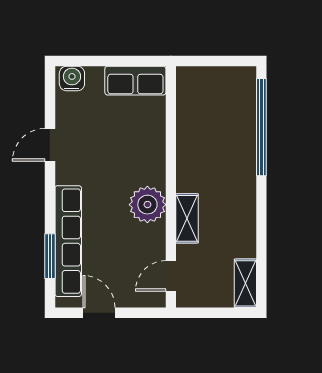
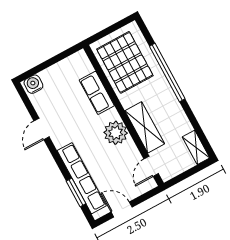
row of seats: (135, 81) -> (97, 93), moved, turned 90
pallet: (212, 116) -> (125, 62), added
window: (261, 127) -> (167, 72), moved
shelving: (187, 218) -> (145, 127), width x1.50, depth x1.33

